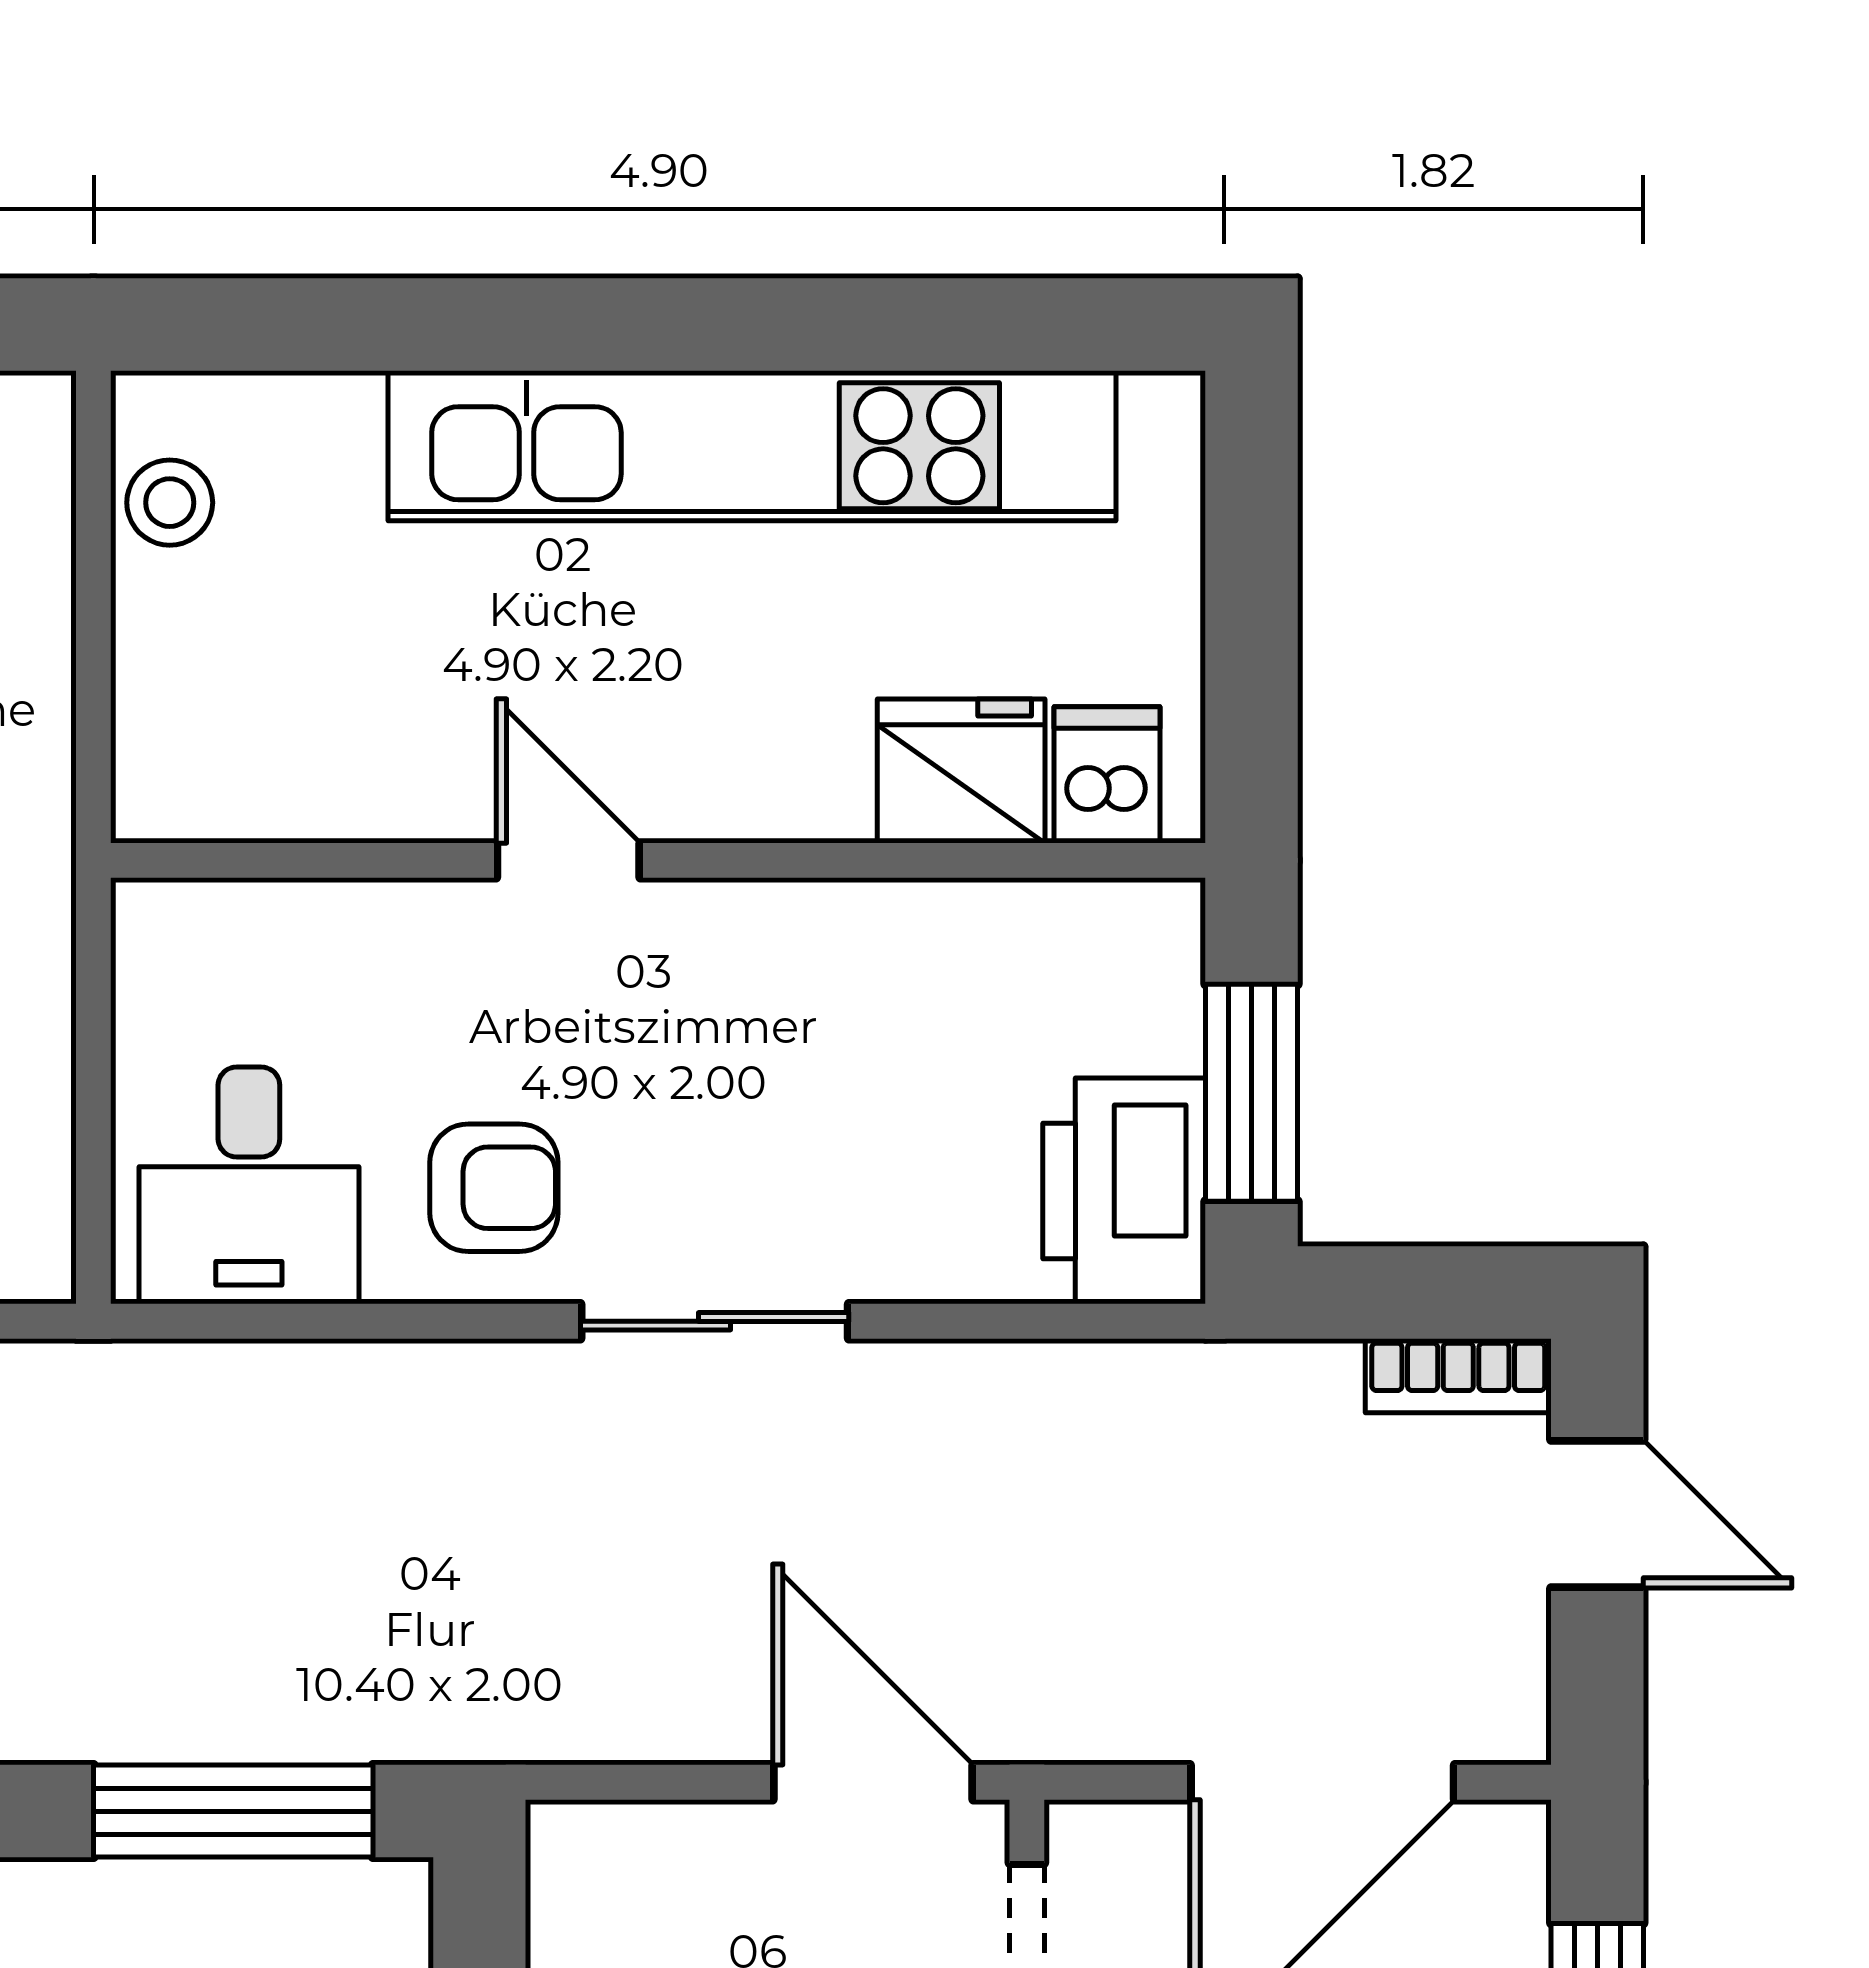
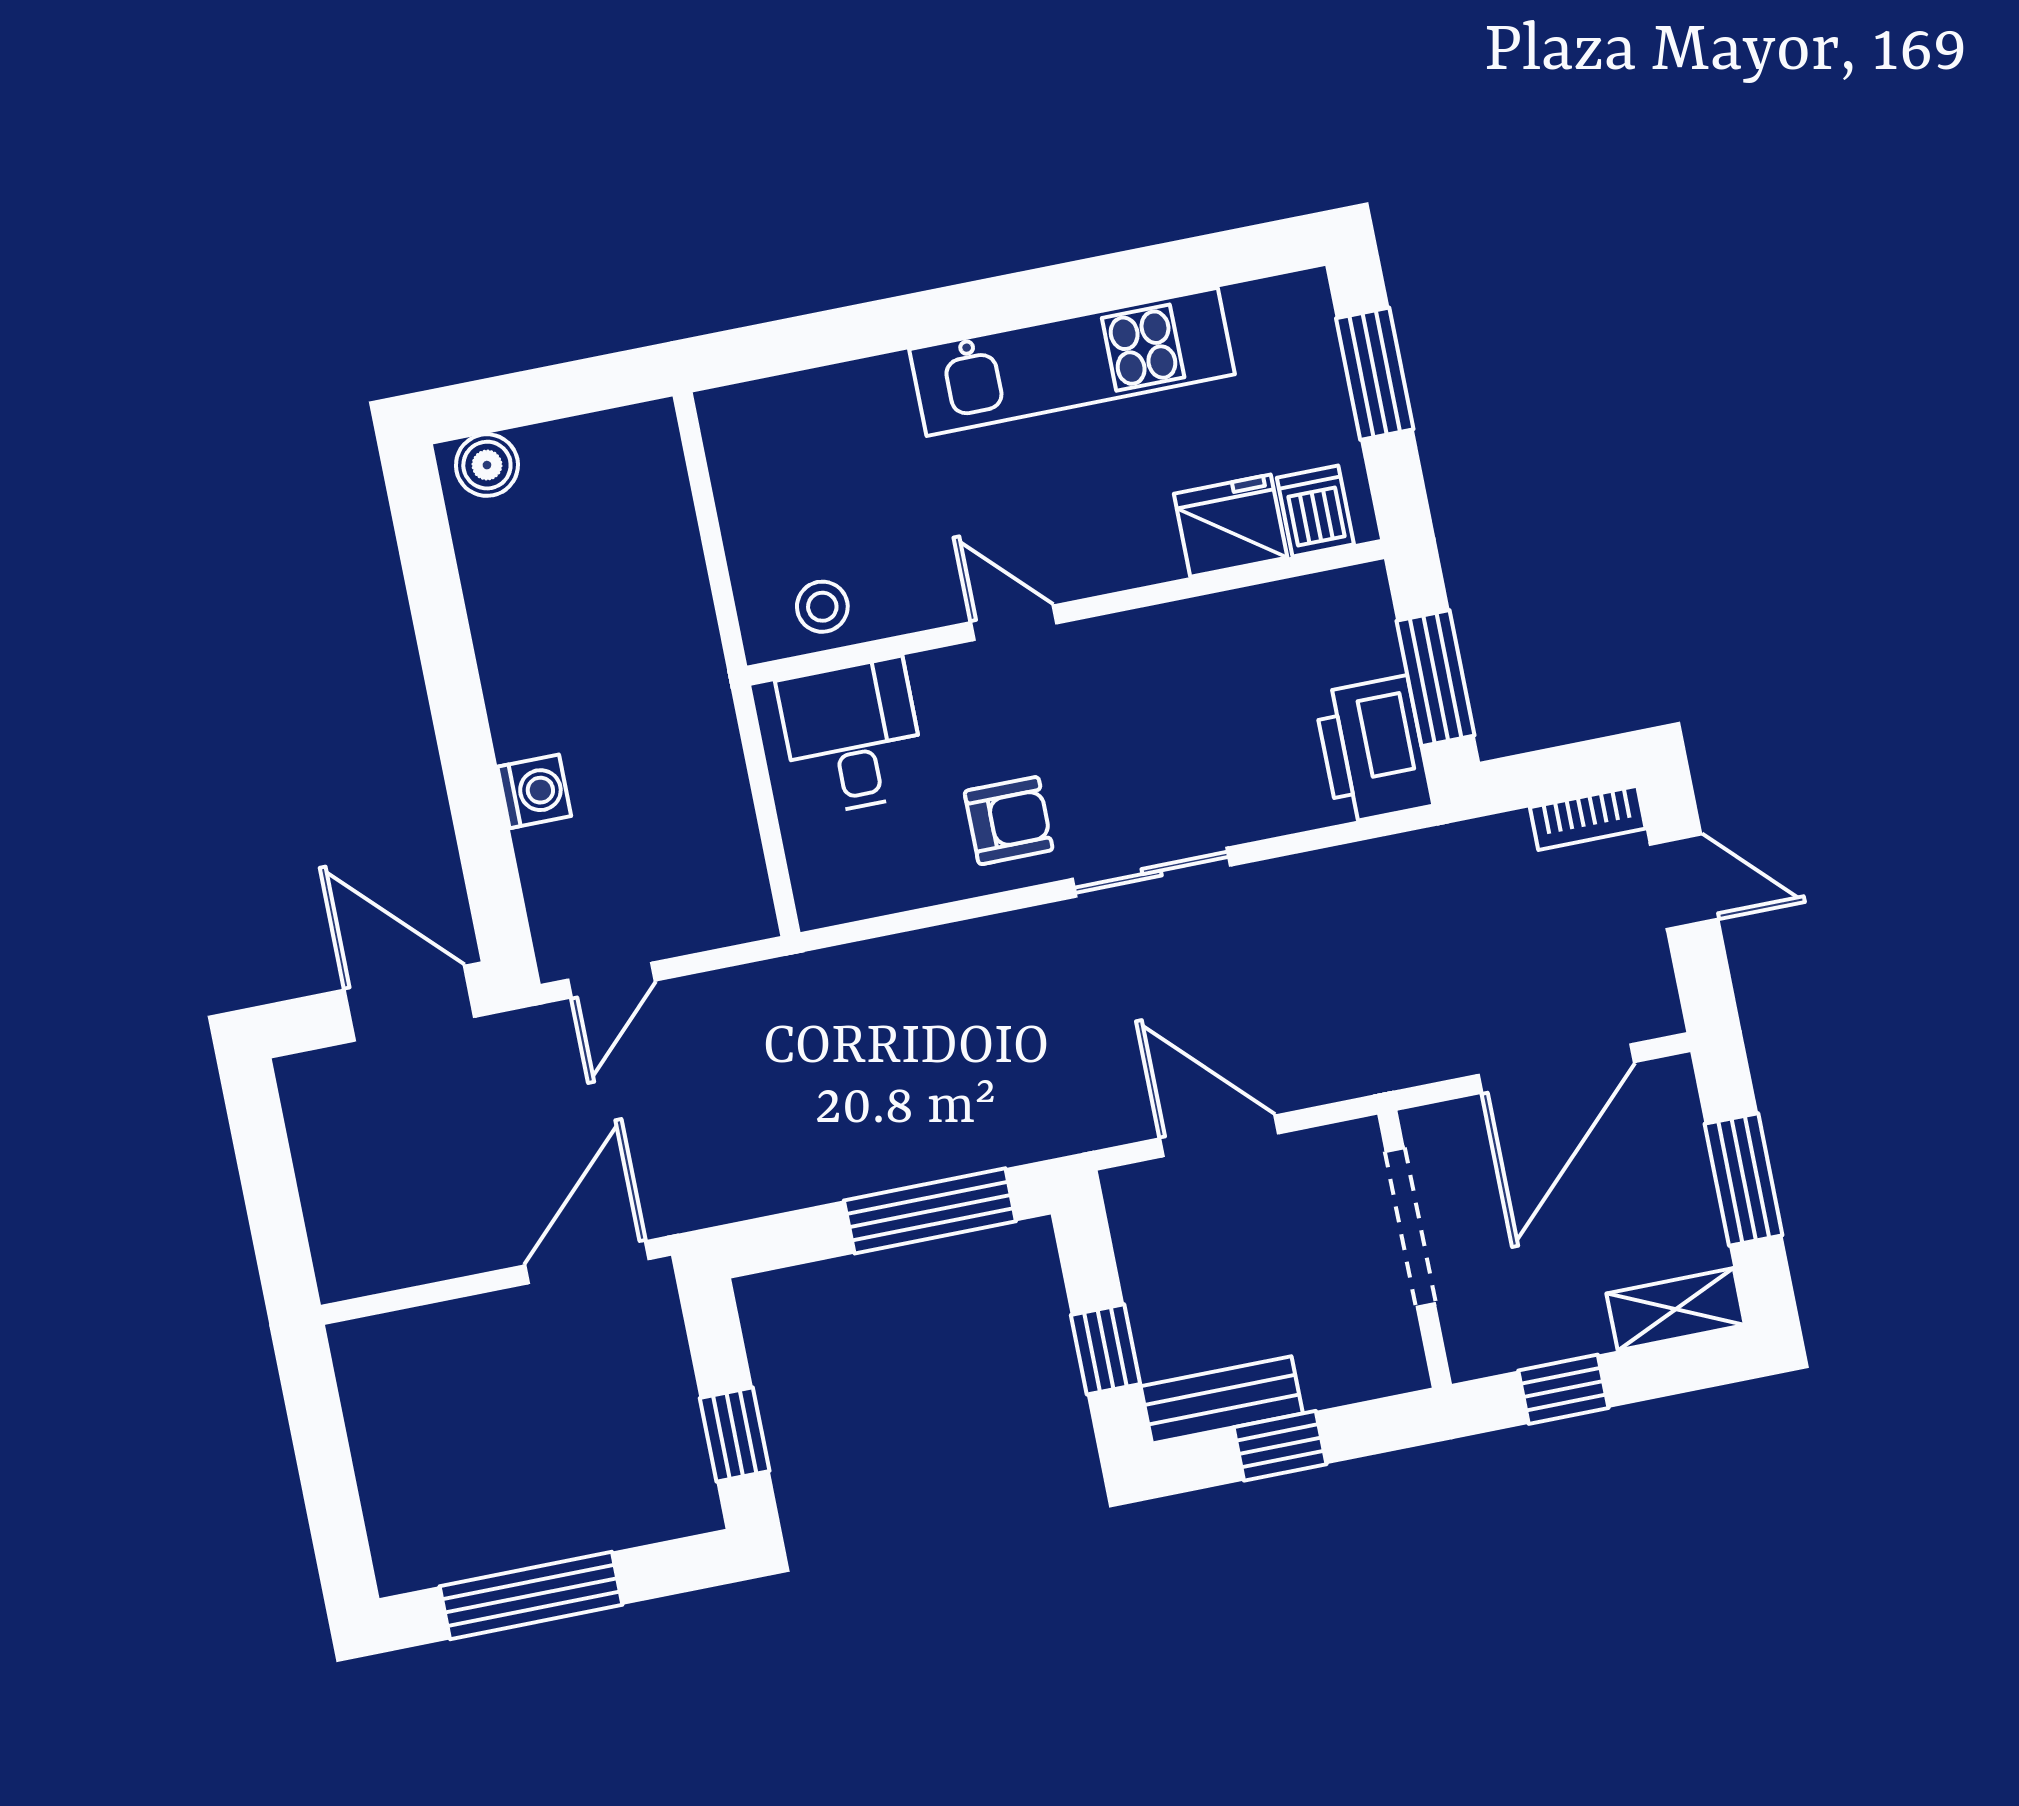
kitchen unit: (752, 446) -> (1072, 362), width x0.73
stool: (170, 503) -> (822, 607), moved
window: (1252, 566) -> (1375, 374), added
desk: (249, 1185) -> (852, 737), moved, turned 180
door: (873, 1782) -> (1219, 1136), moved

